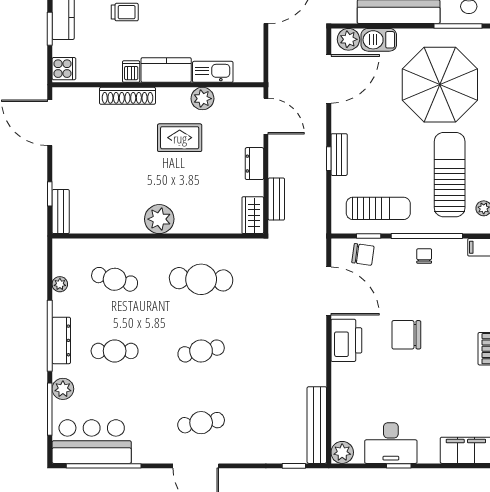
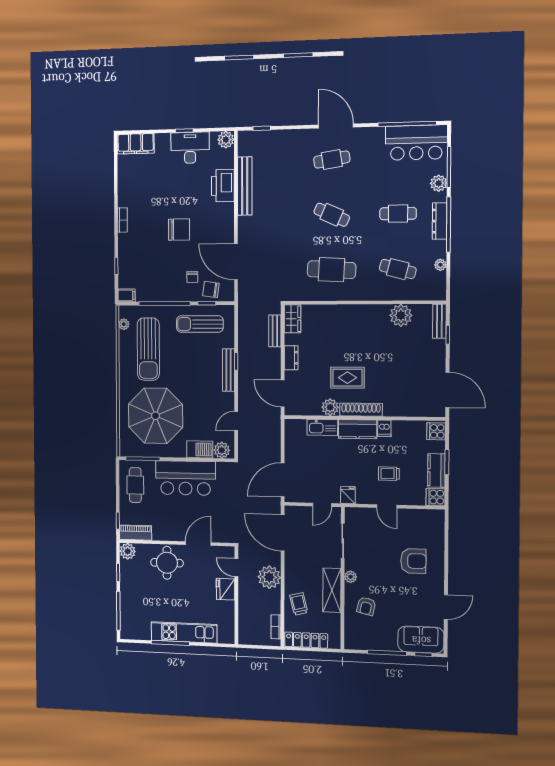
door: (329, 79) -> (236, 421), width x0.53
shoe rack: (127, 96) -> (361, 410), moved
bench: (339, 155) -> (228, 370), width x1.36
plant: (159, 219) -> (401, 315), moved
chair: (424, 256) -> (192, 277), moved
printer: (346, 340) -> (223, 186), moved
cafe table: (201, 351) -> (332, 215), turned 36
bench: (317, 425) -> (245, 186), moved

